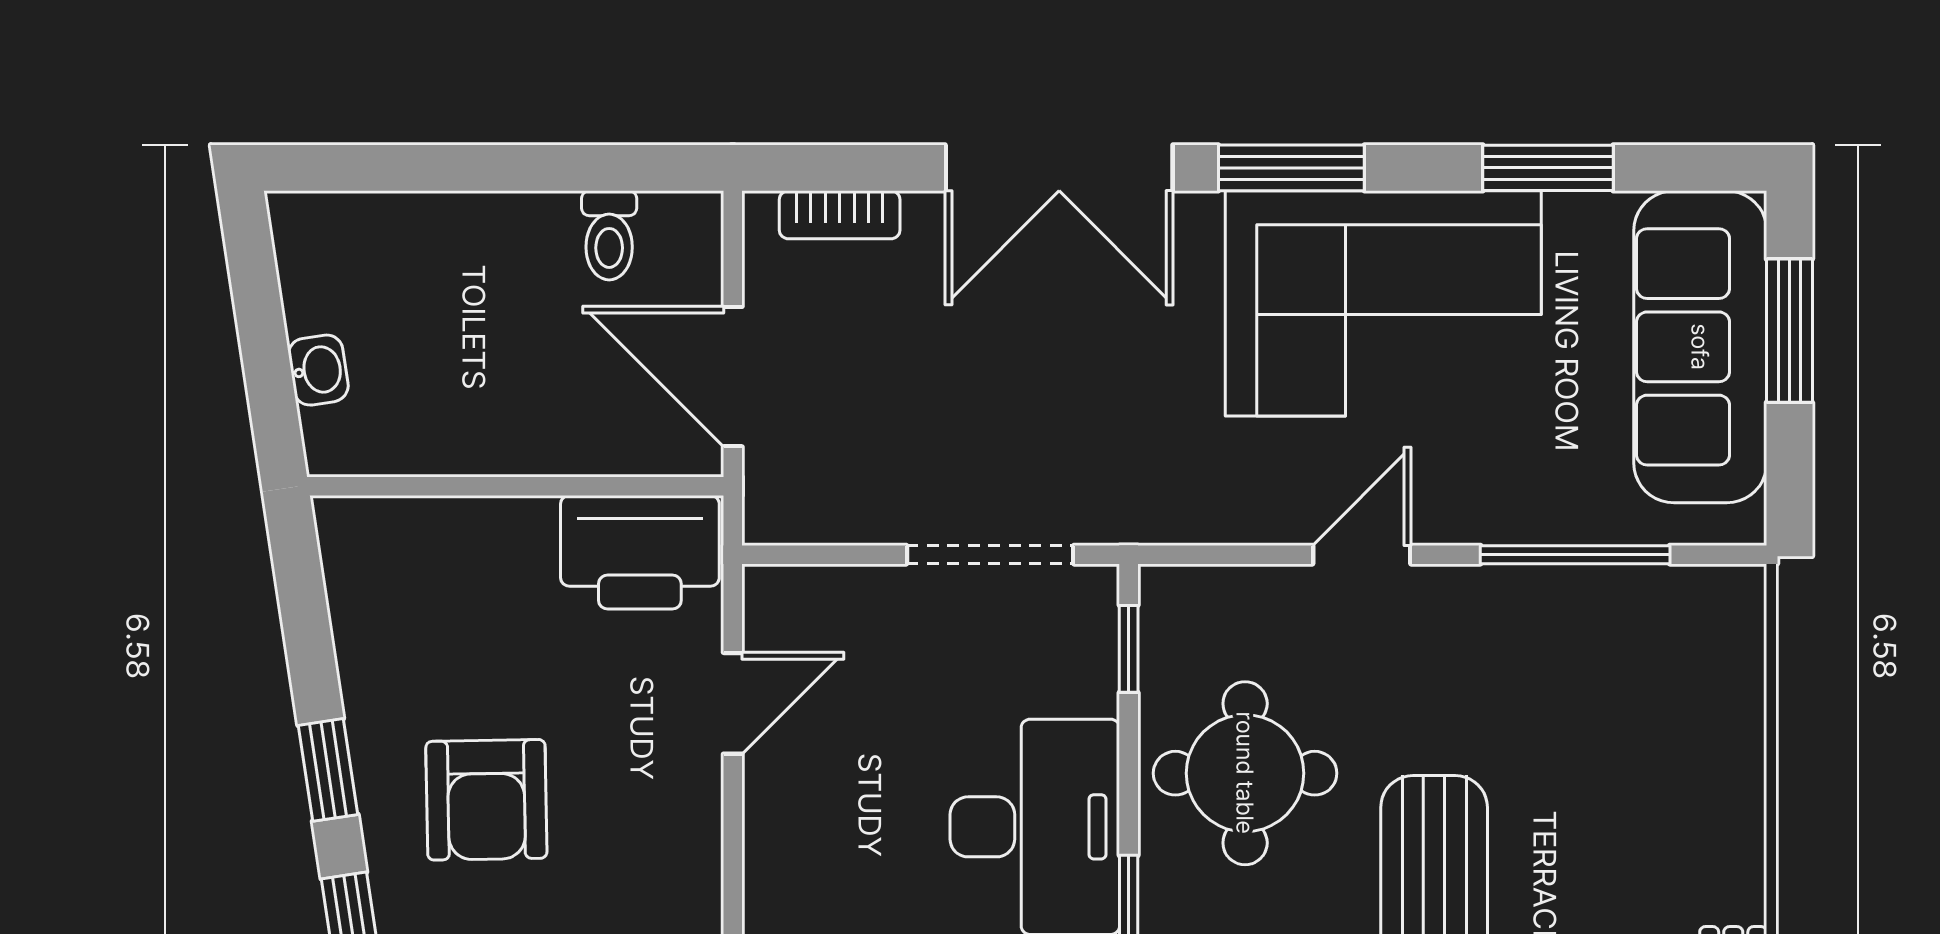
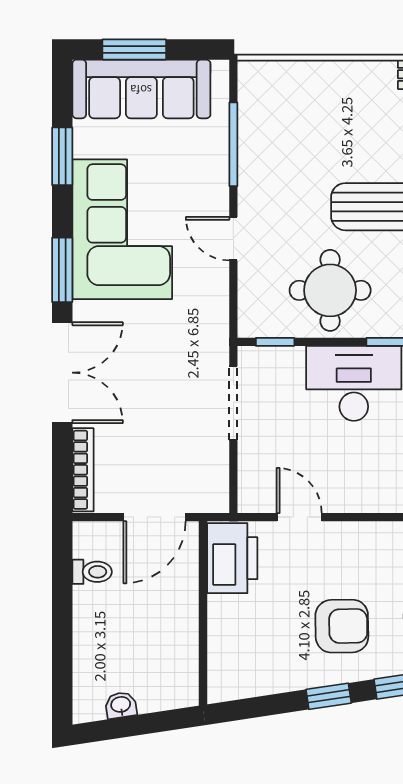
bookcase: (840, 215) -> (83, 470), width x1.56
washbasin: (318, 370) -> (121, 705), moved

